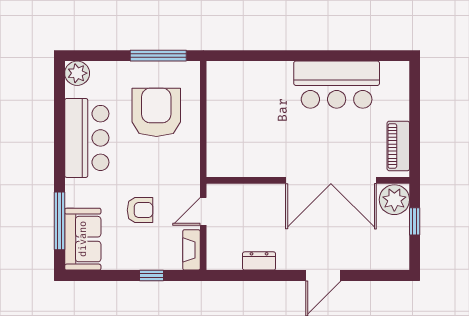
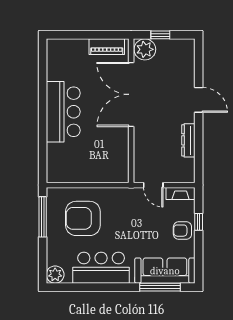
bar counter: (337, 85) -> (63, 112), moved
double door: (331, 180) -> (131, 94), swing flipped
armchair: (140, 210) -> (182, 231), moved, turned -90
sofa: (83, 239) -> (165, 271), width x1.36
dresser: (259, 261) -> (188, 140), width x1.44

